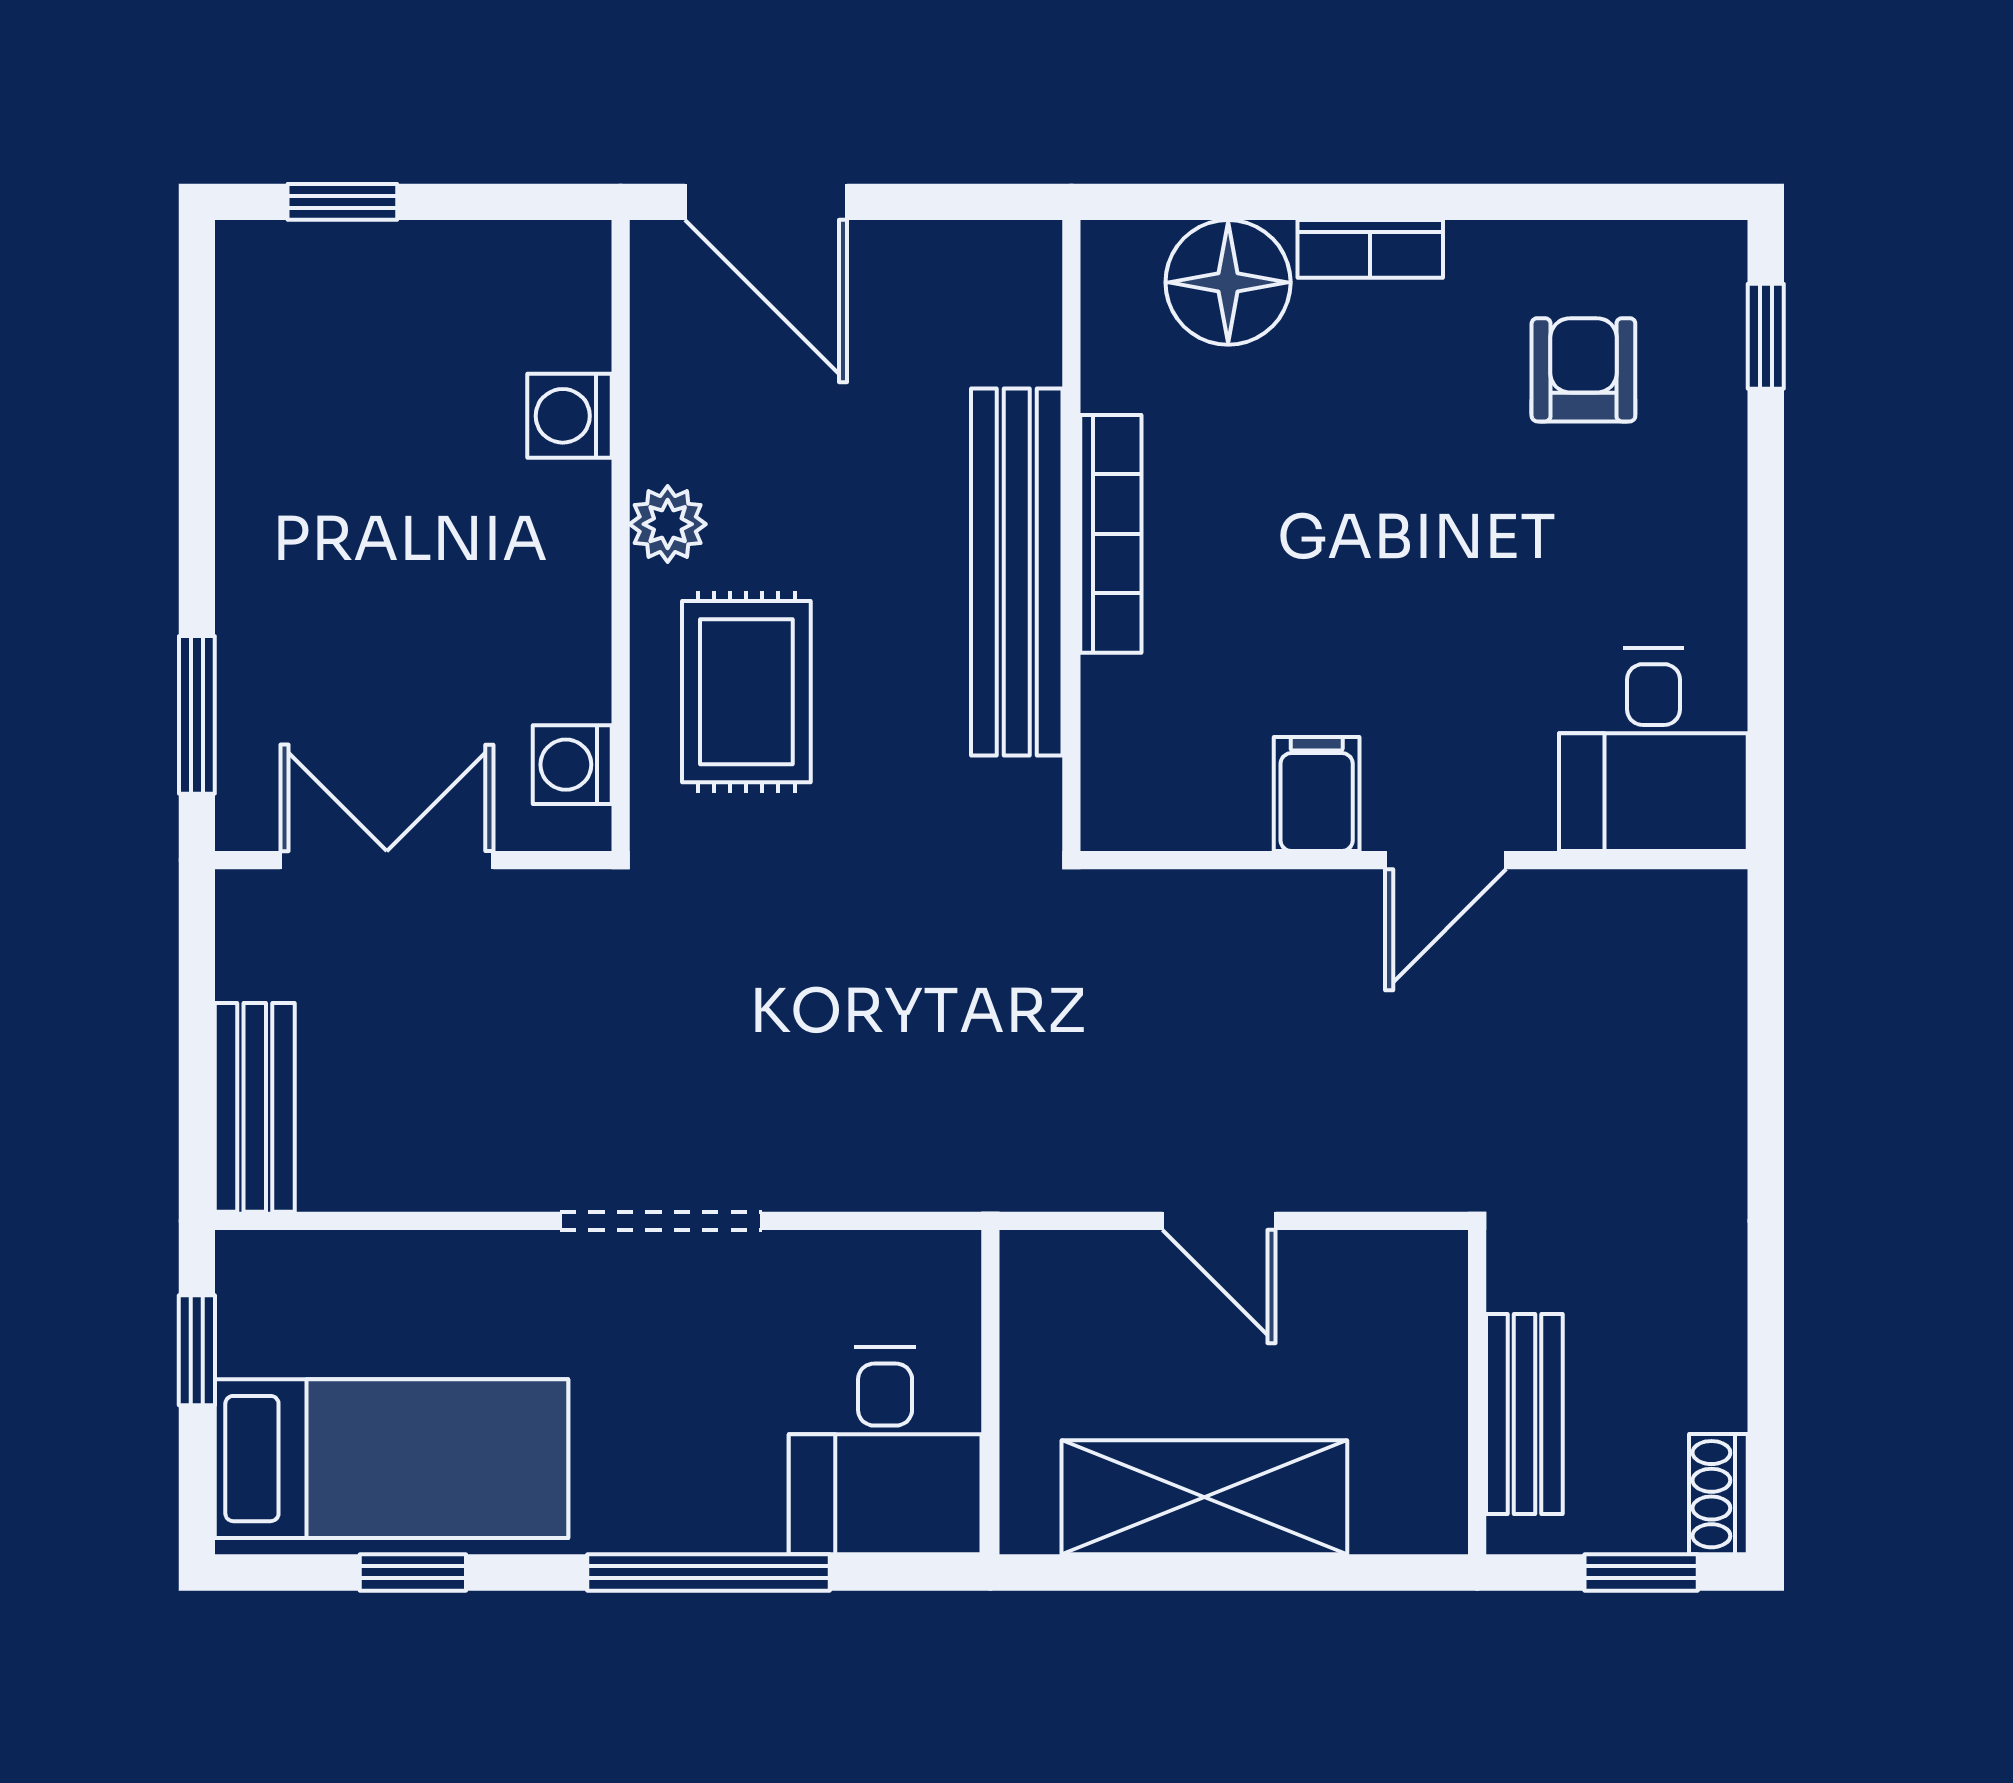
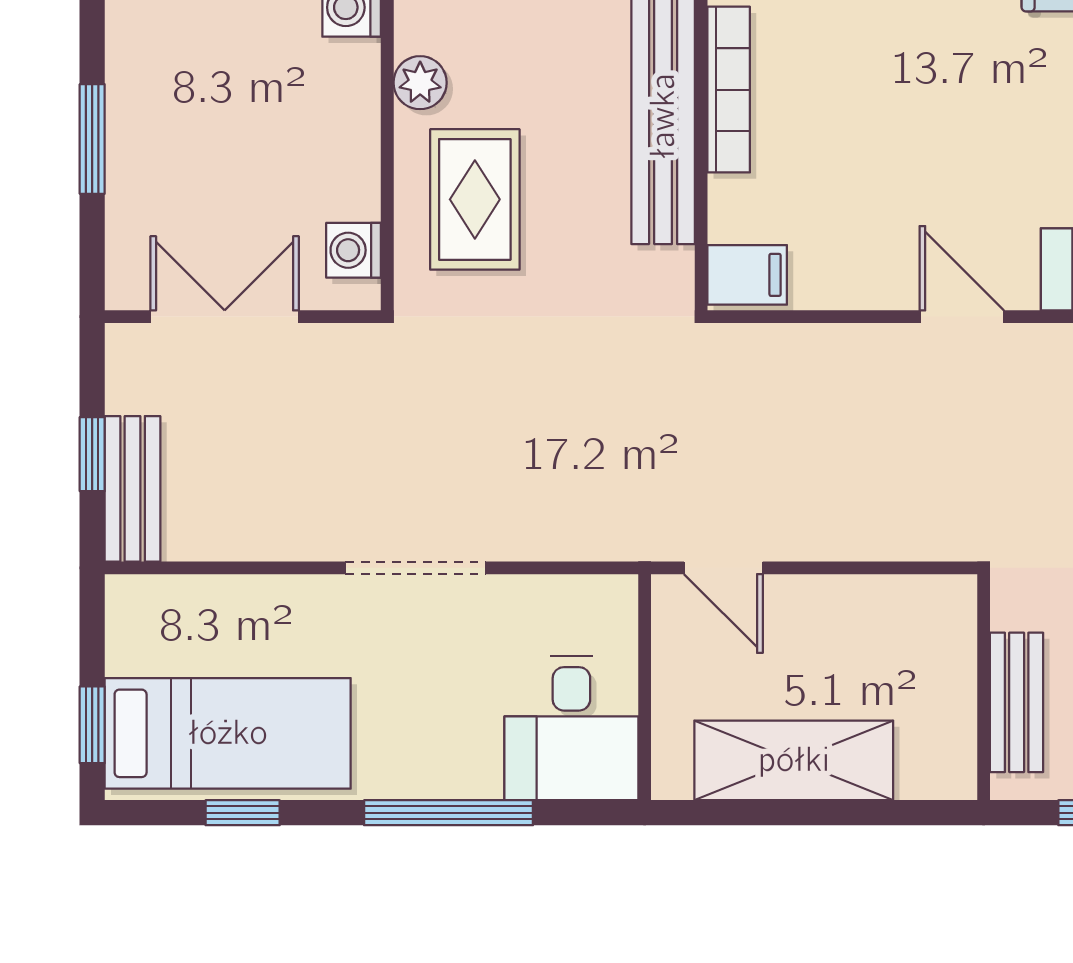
window: (197, 715) -> (92, 139), moved
filing cabinet: (1317, 794) -> (747, 275), moved, turned 90
door: (1446, 860) -> (962, 317), swing flipped
window: (197, 1057) -> (92, 454), added
door: (1219, 1221) -> (723, 568), moved
window: (197, 1350) -> (92, 725), moved

